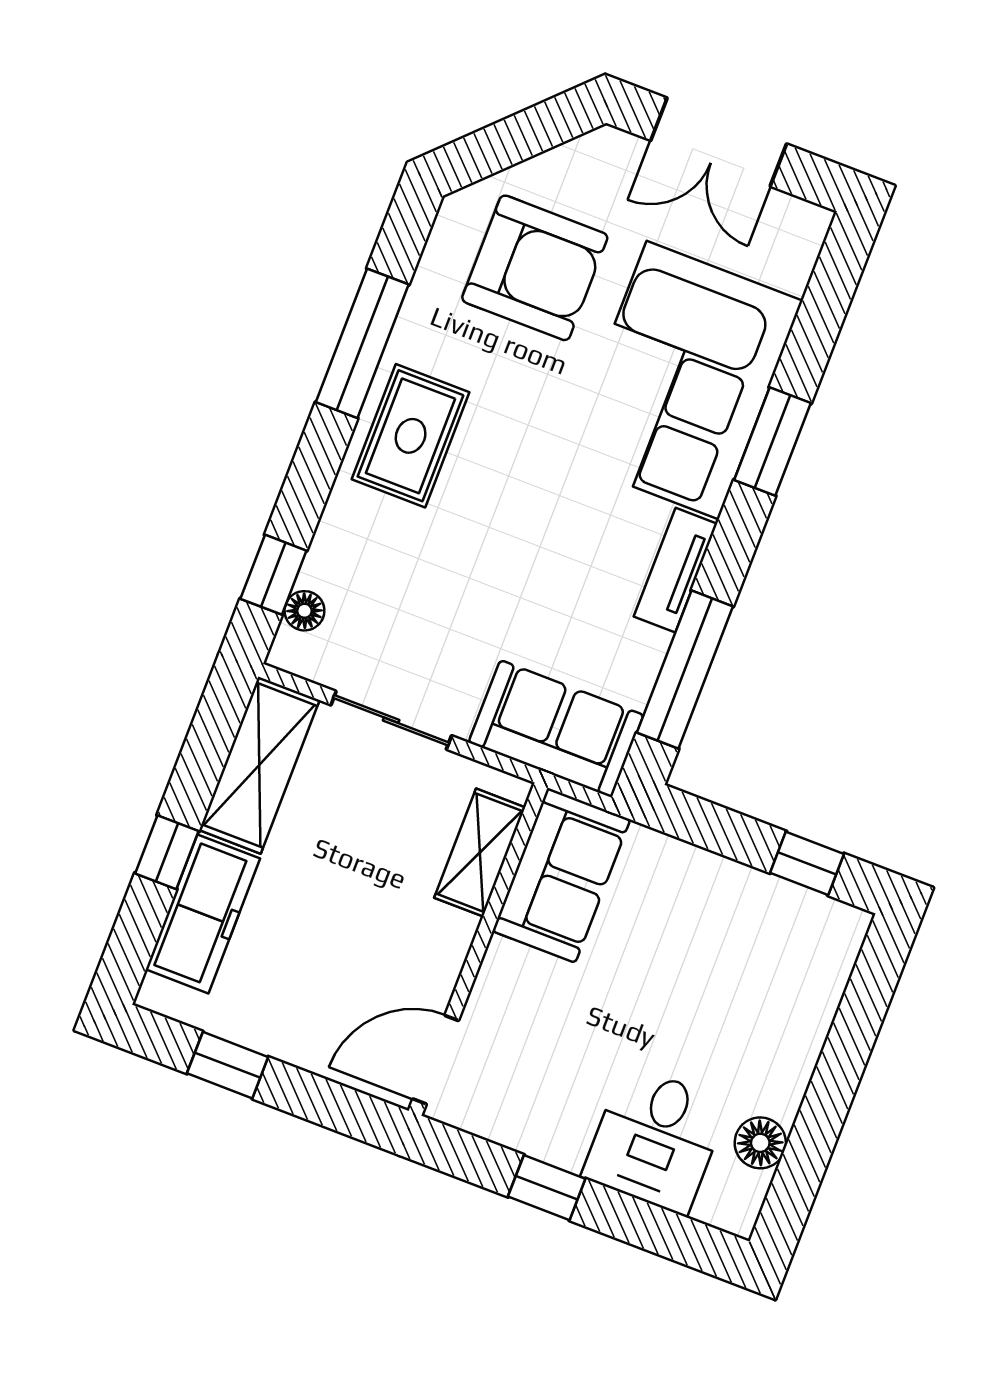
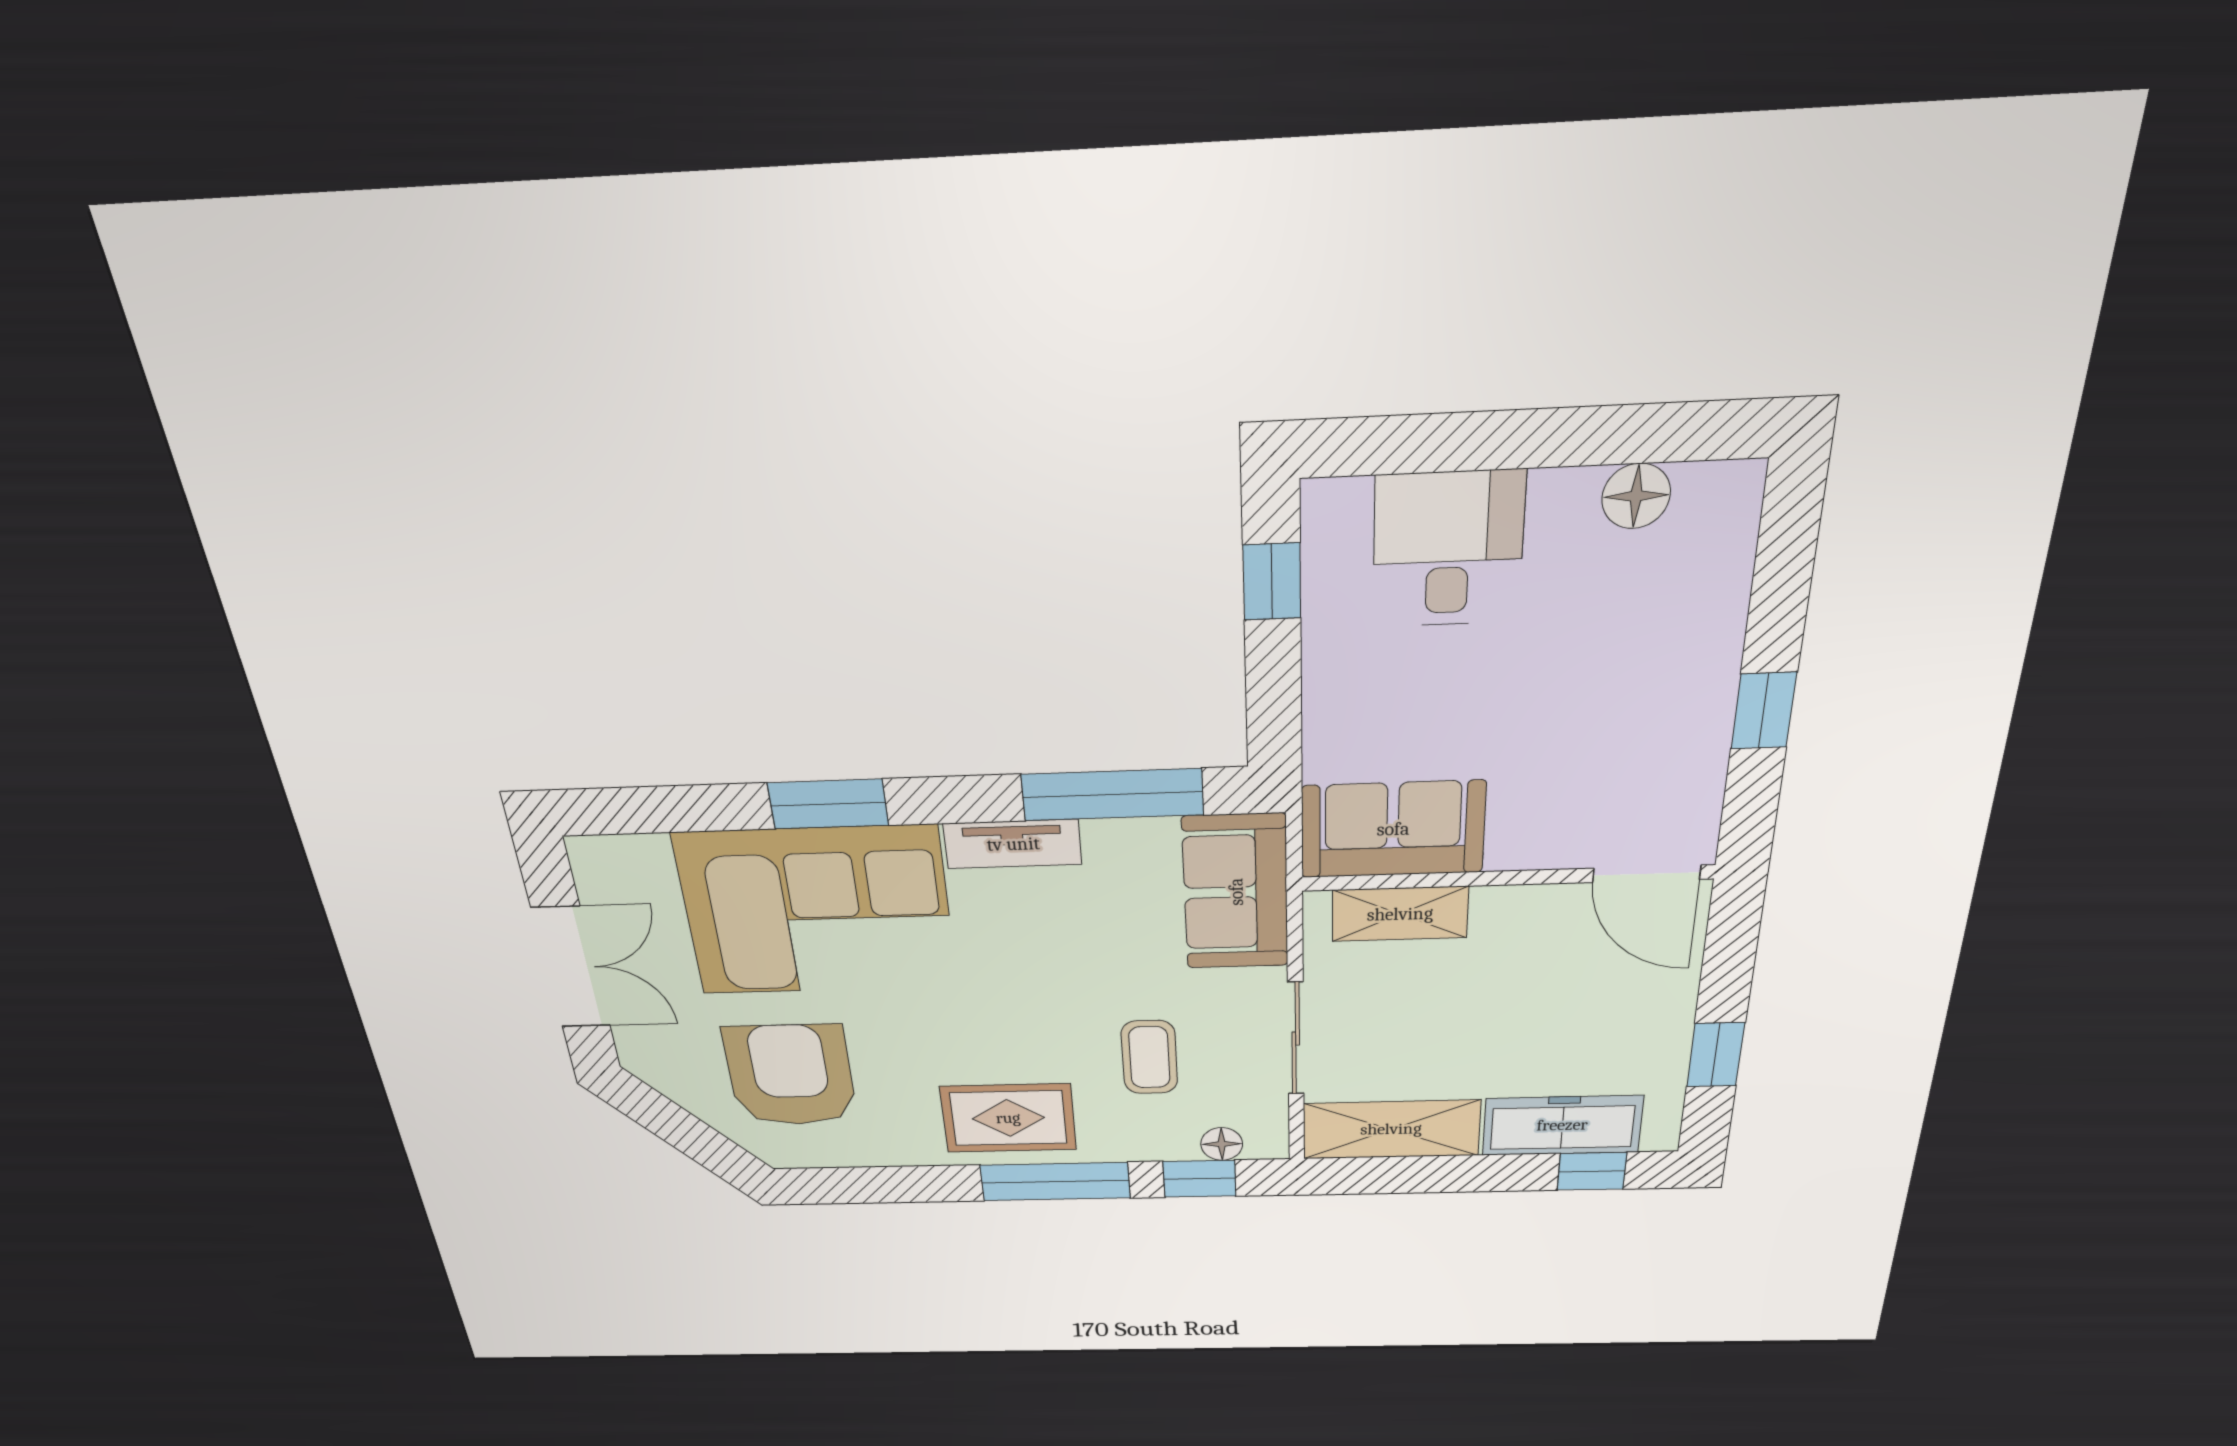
window: (362, 343) -> (1055, 1182), moved
coffee table: (424, 588) -> (1149, 1057), added
window: (167, 852) -> (1592, 1171), moved
desk: (656, 1140) -> (1448, 549), moved, turned -90

